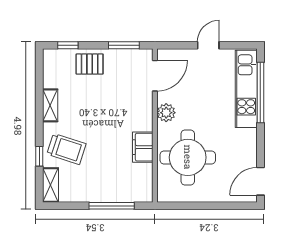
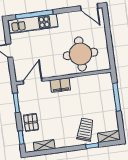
door: (155, 76) -> (33, 81), hinge flipped
shelving: (50, 105) -> (44, 145), moved
plant: (166, 113) -> (55, 71), removed
filing cabinet: (143, 147) -> (60, 85), moved

